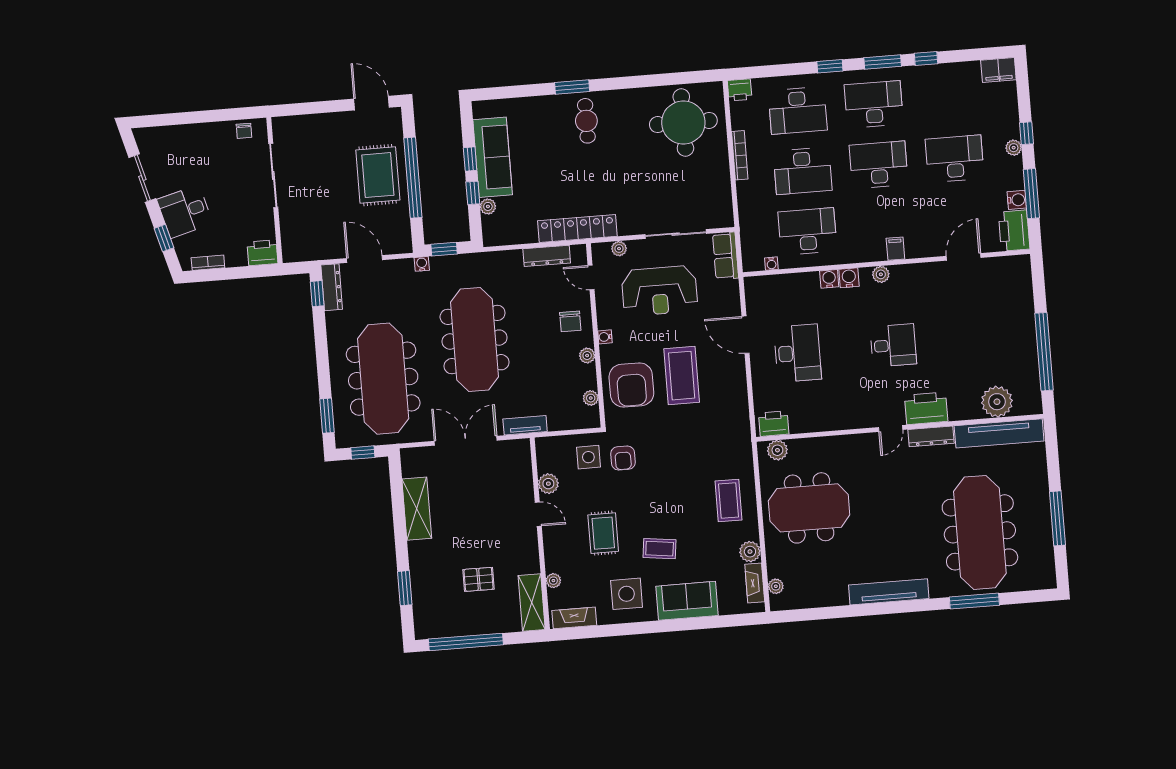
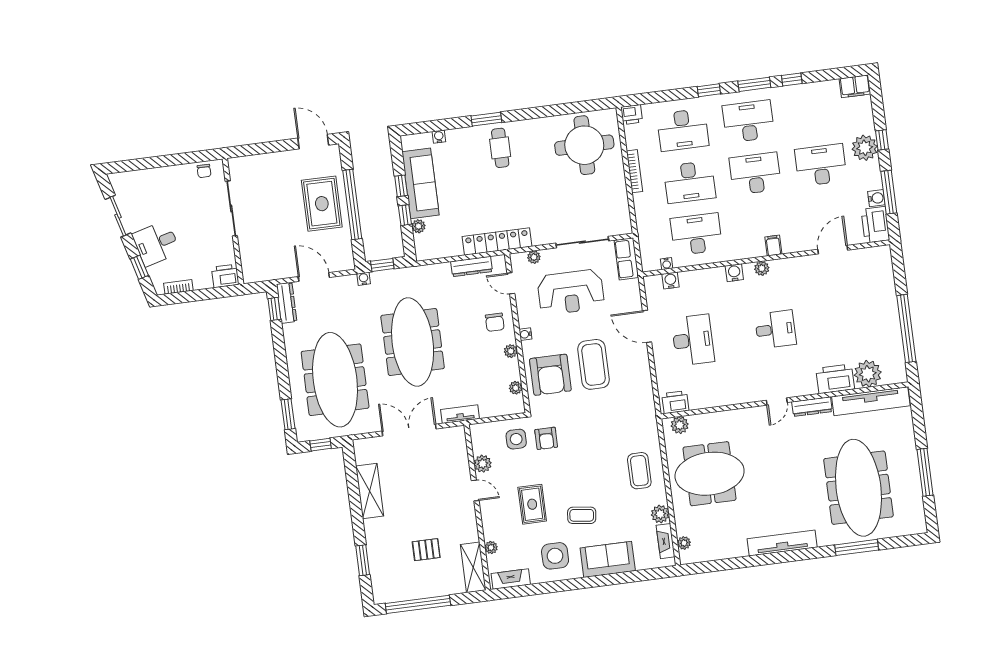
water cooler: (516, 104) -> (439, 137), added
plant: (1014, 148) -> (865, 148), width x1.87, depth x1.87
water cooler: (829, 279) -> (671, 281), moved
printer: (926, 408) -> (835, 379), moved

